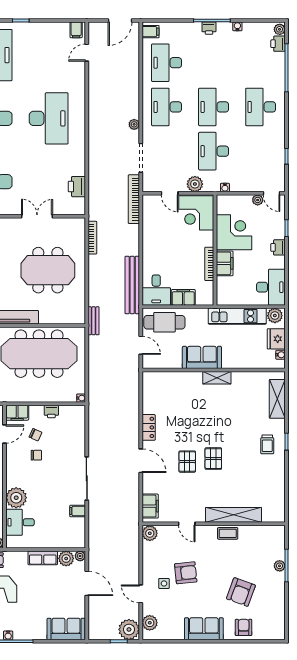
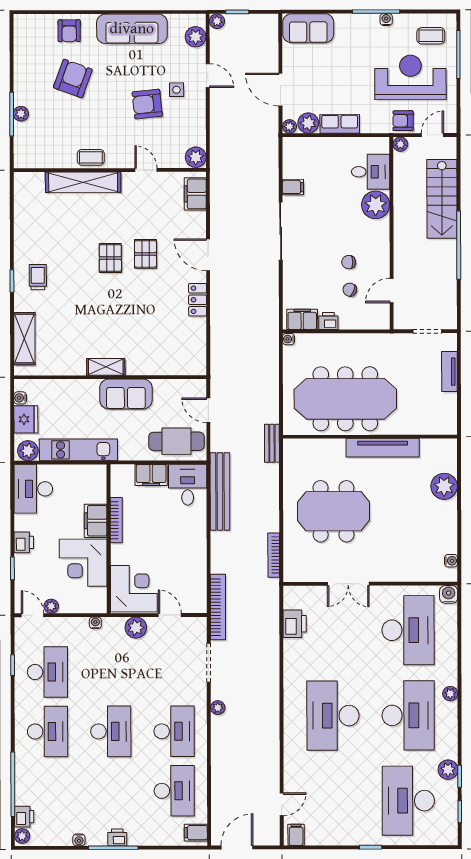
desk: (214, 151) -> (47, 672), moved
filing cabinet: (17, 413) -> (302, 319), moved
plant: (129, 629) -> (217, 21), width x0.53, depth x0.53
sofa: (204, 629) -> (132, 29), width x1.36

